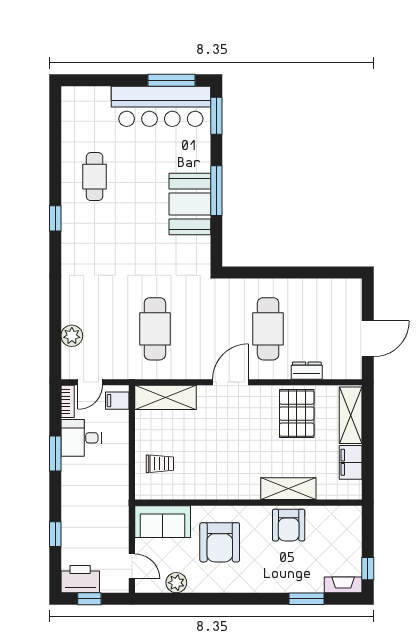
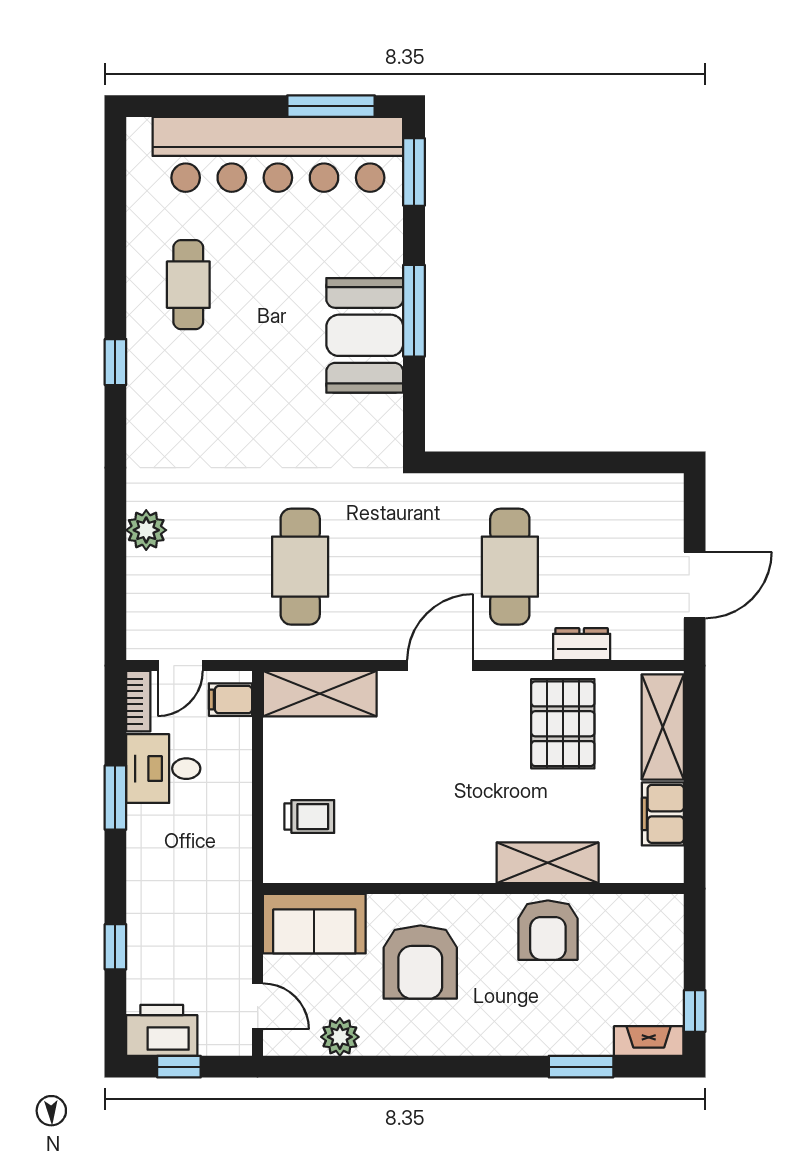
bar counter: (161, 106) -> (278, 154), width x1.36
plant: (72, 336) -> (146, 530), moved

